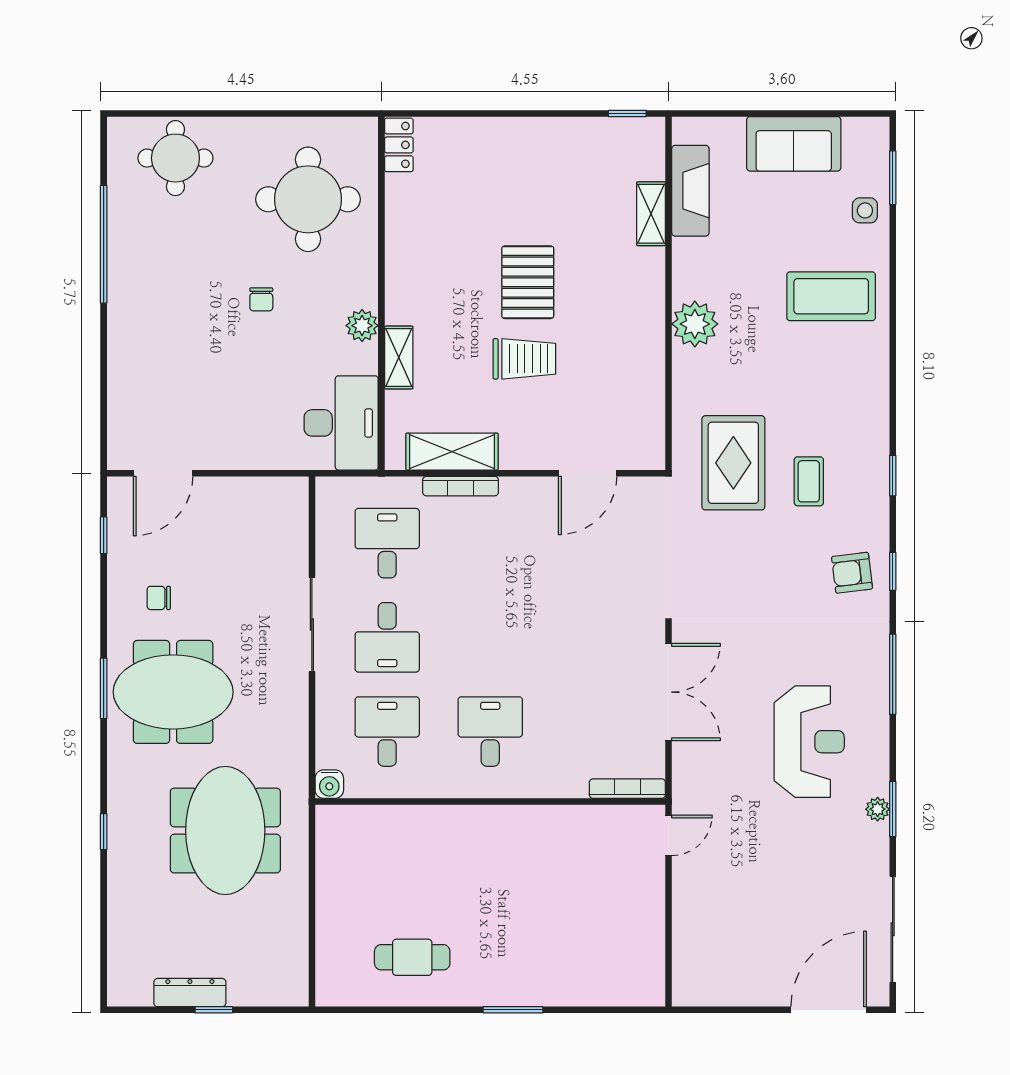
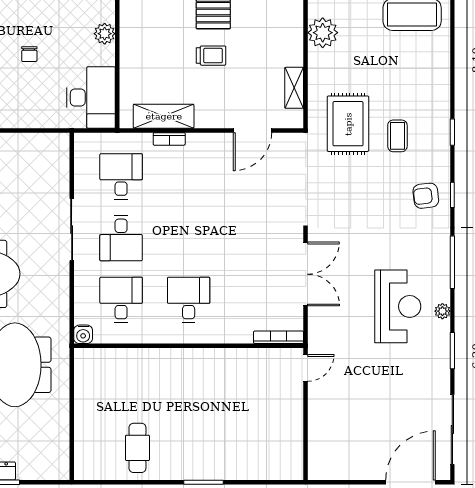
chair: (261, 299) -> (29, 54), moved
shelving: (399, 358) -> (294, 88), moved
trolley: (524, 359) -> (211, 56), width x0.73, depth x0.72
bookcase: (461, 486) -> (169, 139), width x0.64
plant: (878, 809) -> (442, 311), moved
cafe table: (412, 957) -> (137, 448), turned 90

